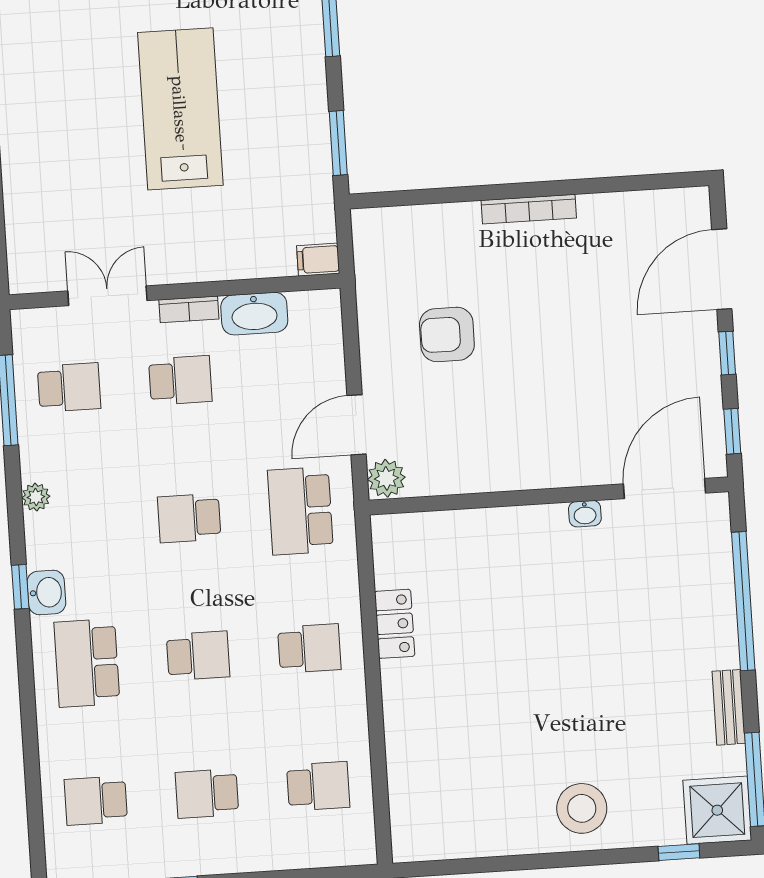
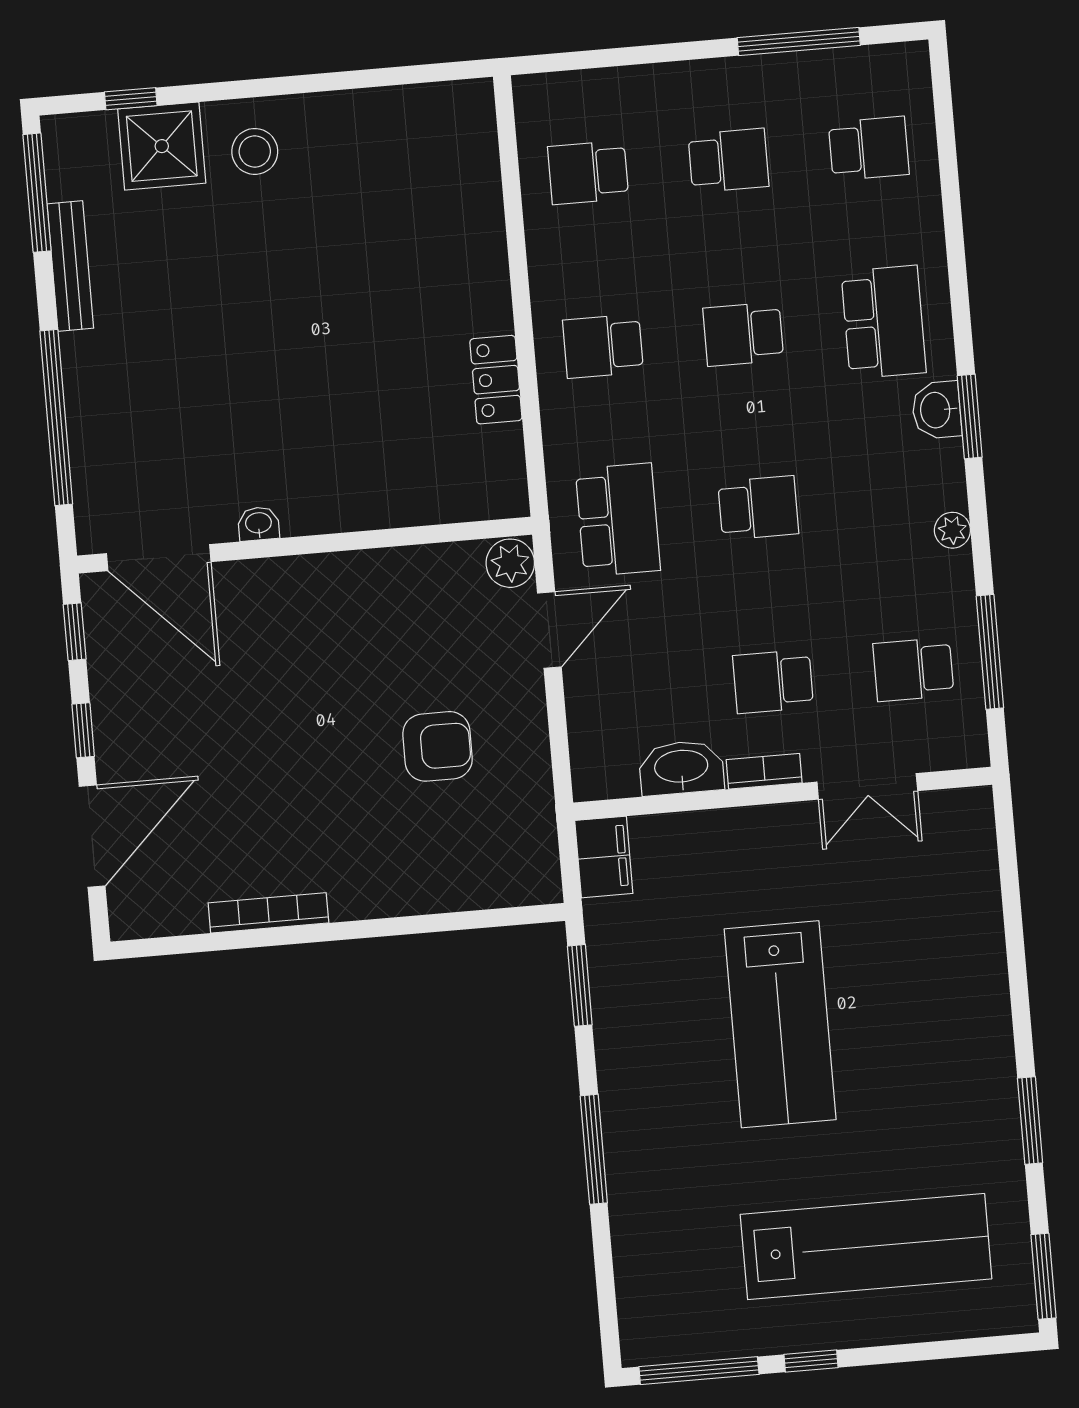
bookcase: (529, 209) -> (268, 913), moved
filing cabinet: (318, 260) -> (604, 857), width x2.00
door: (665, 489) -> (159, 558), hinge flipped
window: (20, 587) -> (970, 416), width x1.50
bench: (729, 707) -> (70, 266), width x1.36
stool: (582, 808) -> (255, 151), width x0.73, depth x0.73
shower: (717, 810) -> (162, 146), moved

